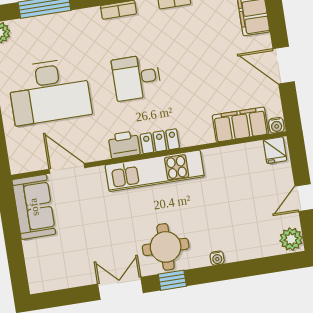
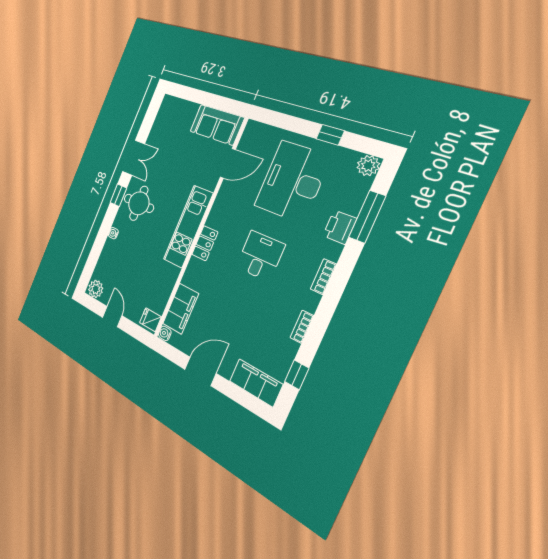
printer: (124, 145) -> (340, 227), moved, turned 180

